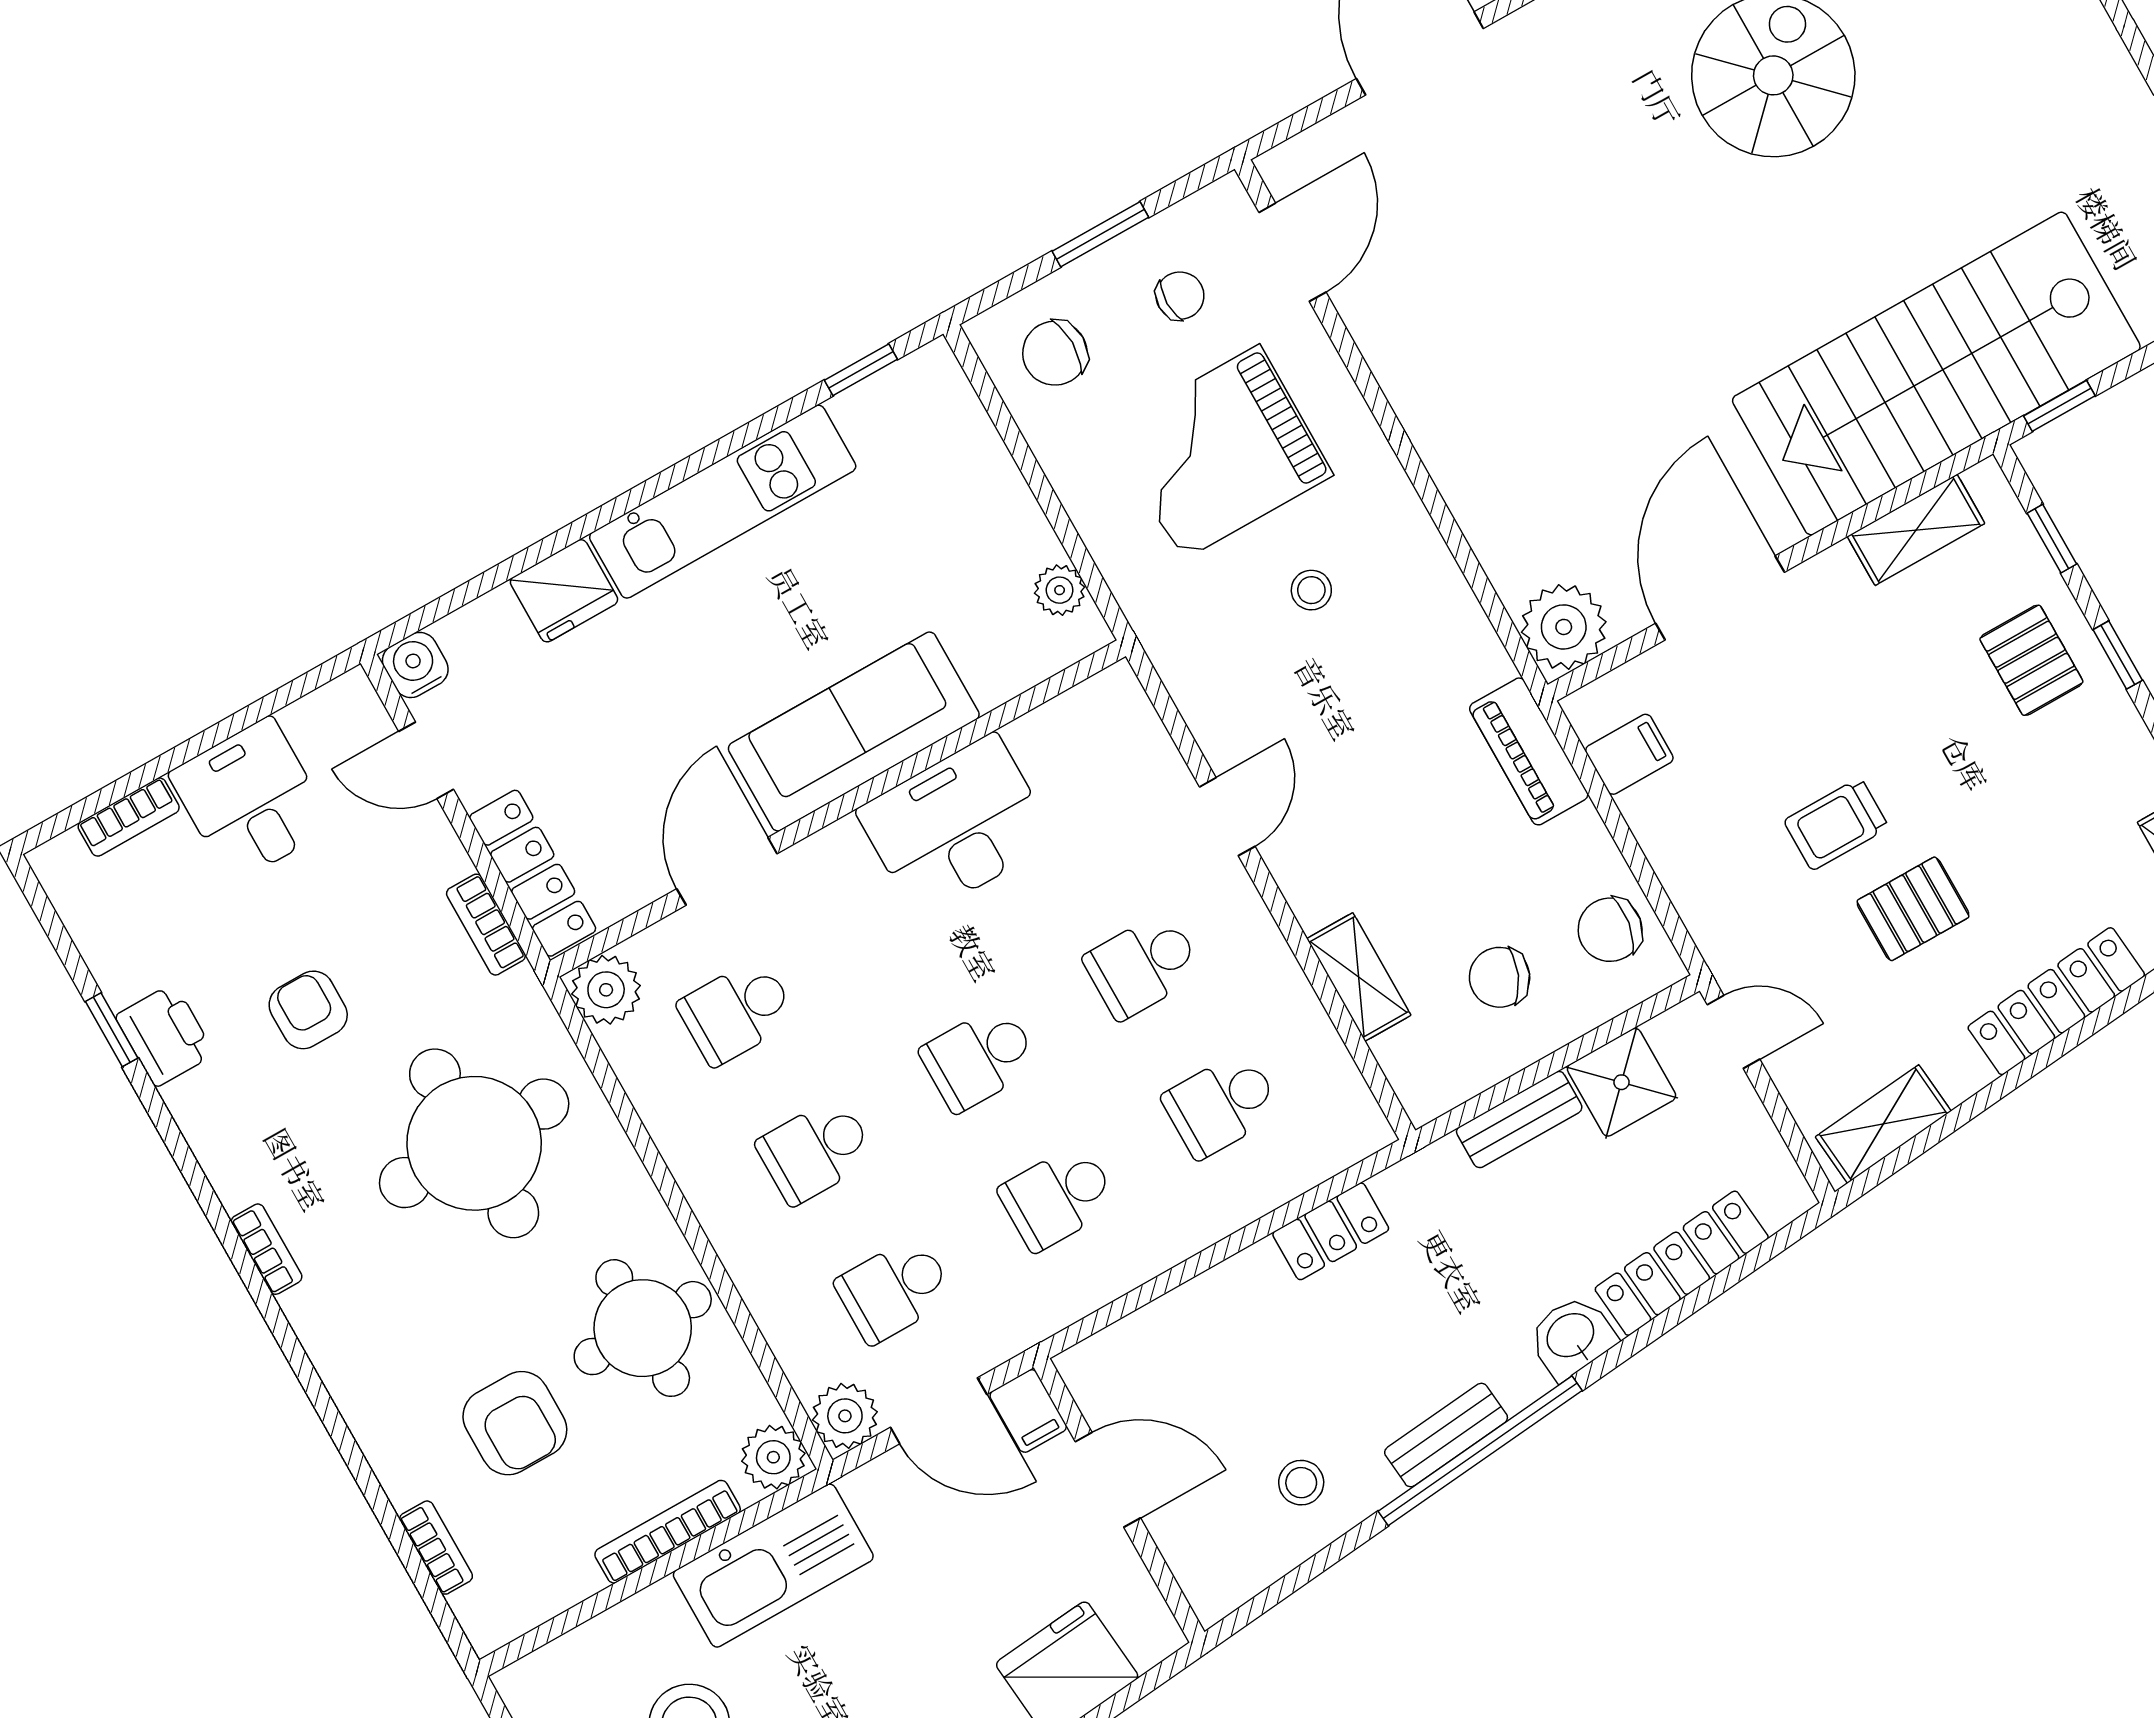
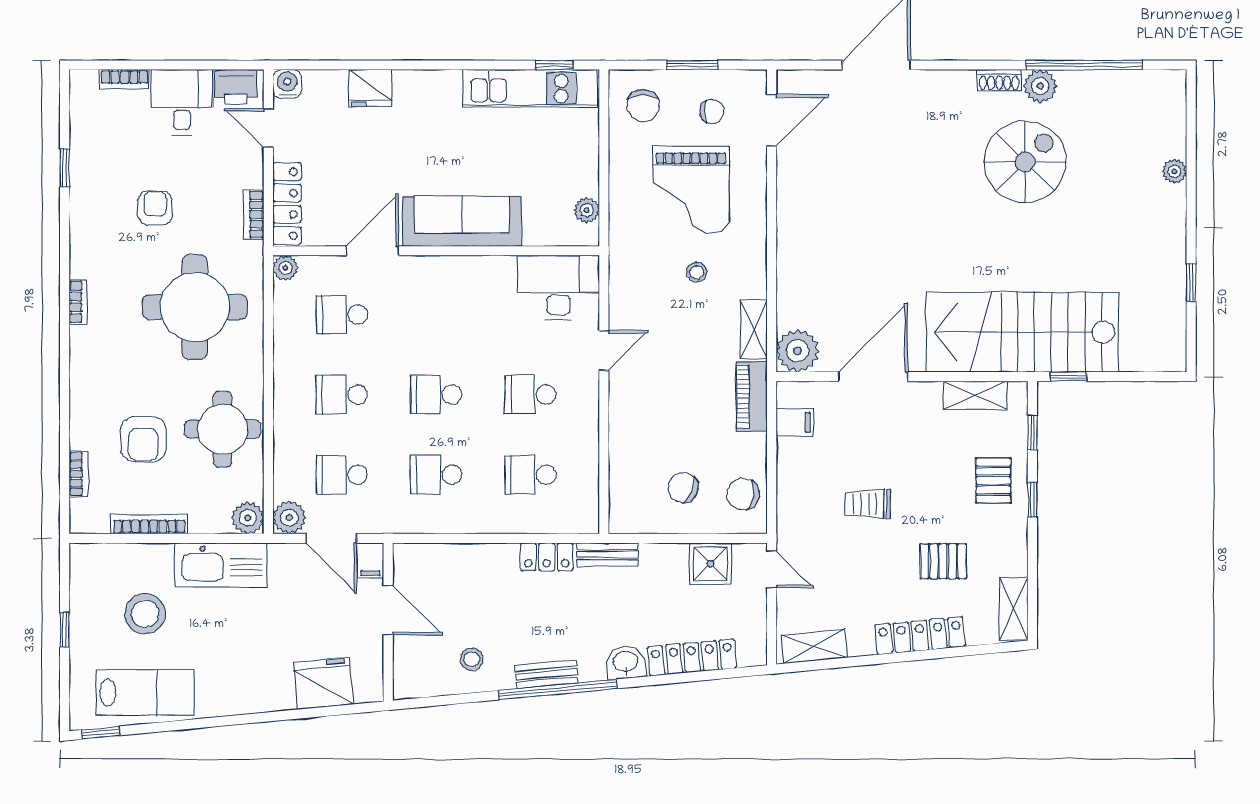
chair: (1055, 353) -> (643, 106), turned -90
grand piano: (1221, 452) -> (691, 190), turned -90
kitchen unit: (723, 502) -> (530, 88), moved
desk: (956, 826) -> (558, 287), moved
pallet: (1913, 909) -> (943, 561), moved
shelving: (1359, 977) -> (754, 329), moved
plant: (606, 990) -> (285, 268), width x0.73, depth x0.73
printer: (165, 1035) -> (236, 87), moved, turned 90
bench: (1519, 1120) -> (608, 555), moved
bookcase: (668, 1532) -> (149, 524), moved

